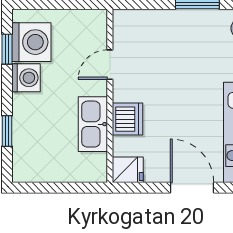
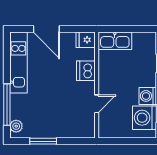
kitchen sink: (93, 124) -> (115, 41), moved, turned 90

